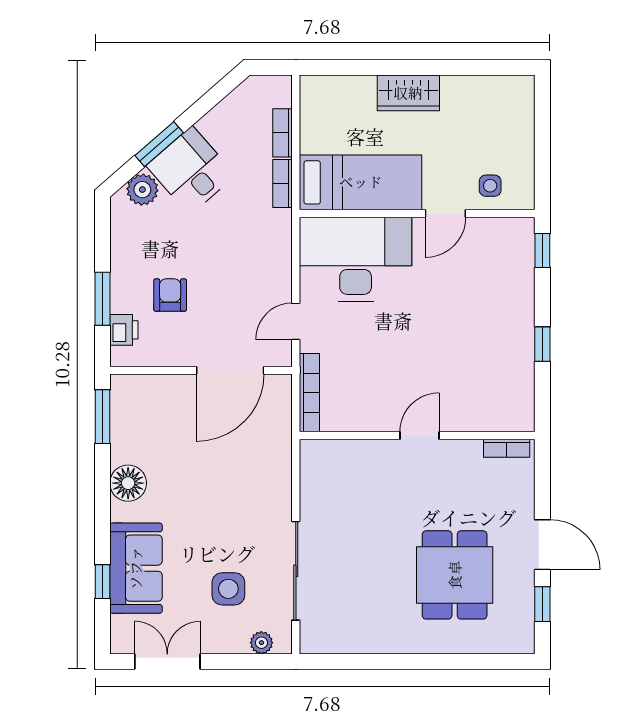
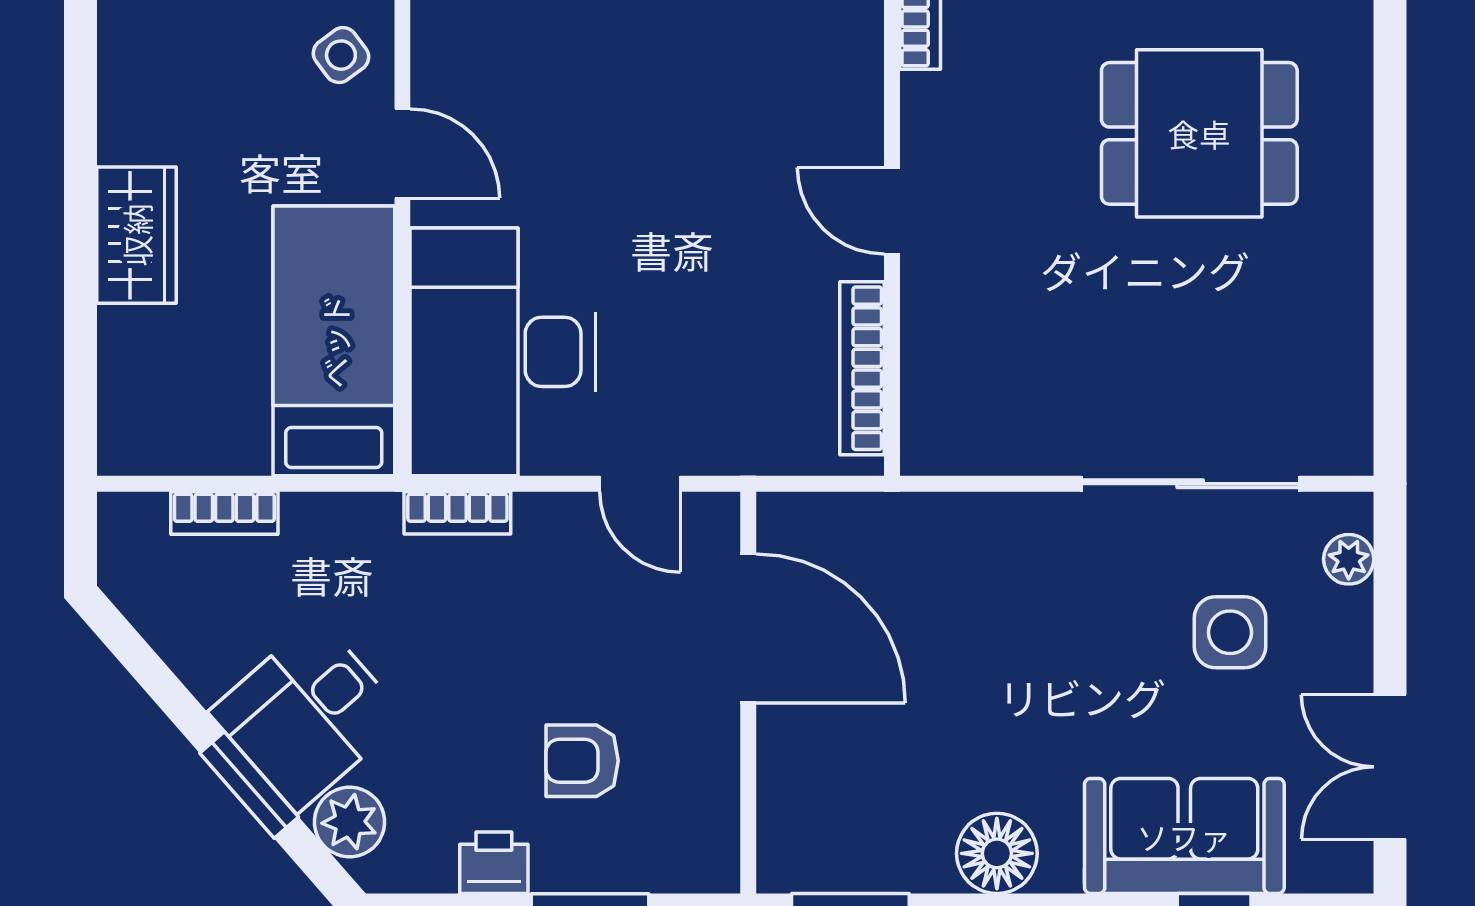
bookcase: (283, 184) -> (457, 513), moved
side table: (490, 186) -> (341, 55), turned -37
printer: (124, 330) -> (494, 863), moved
bookcase: (309, 393) -> (862, 368), moved, turned -90

